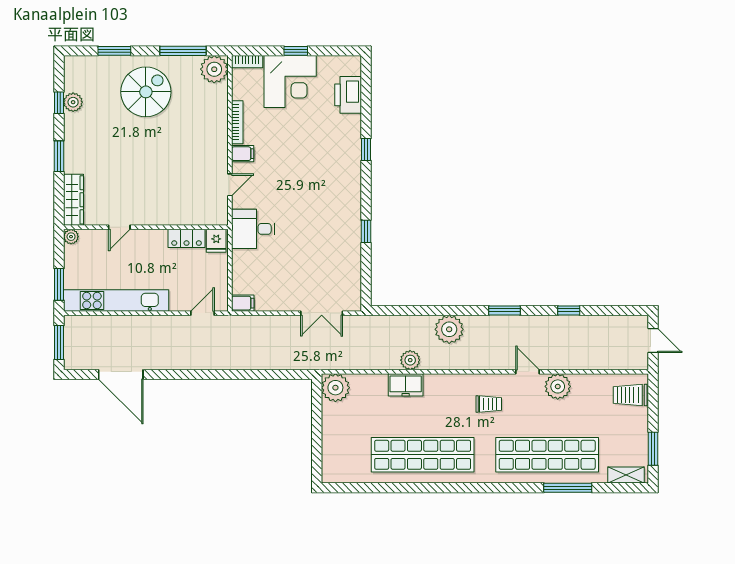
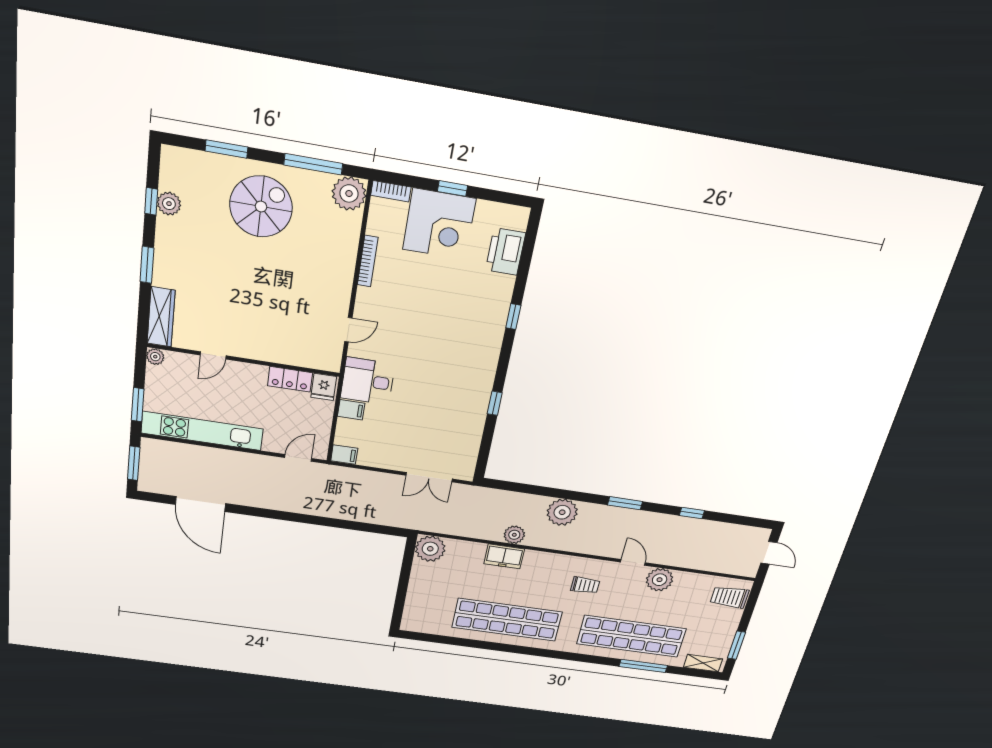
filing cabinet: (243, 154) -> (351, 410), moved

